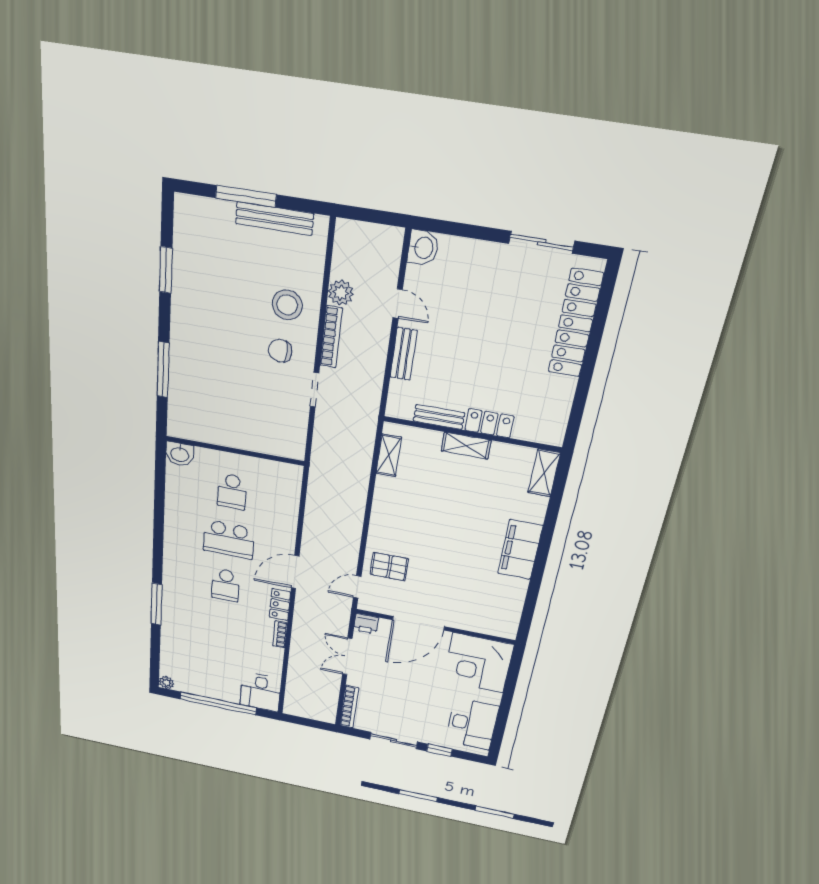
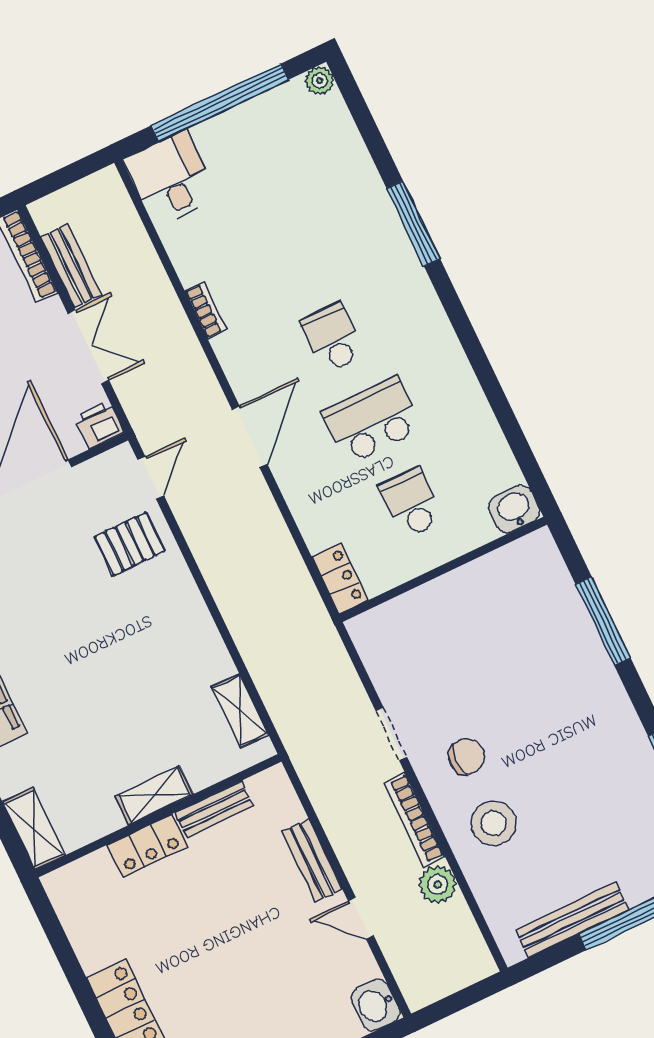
locker: (280, 605) -> (340, 579), moved
bench: (332, 691) -> (71, 266), added

